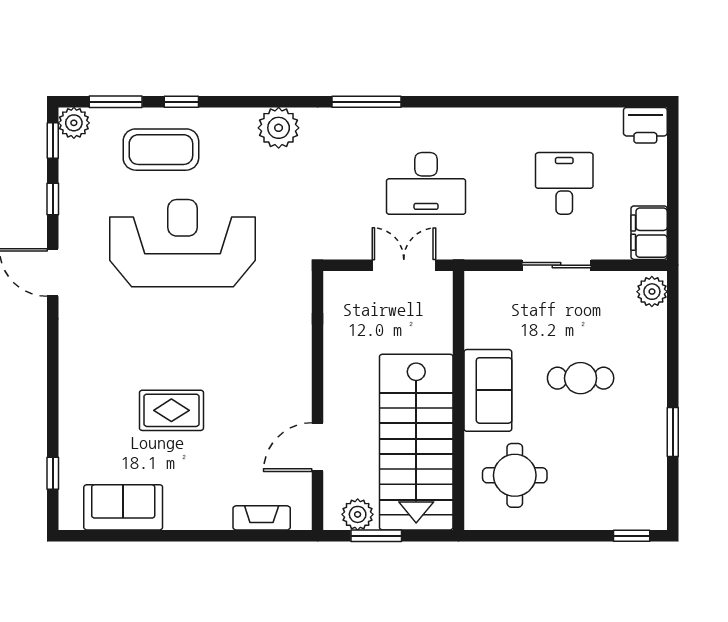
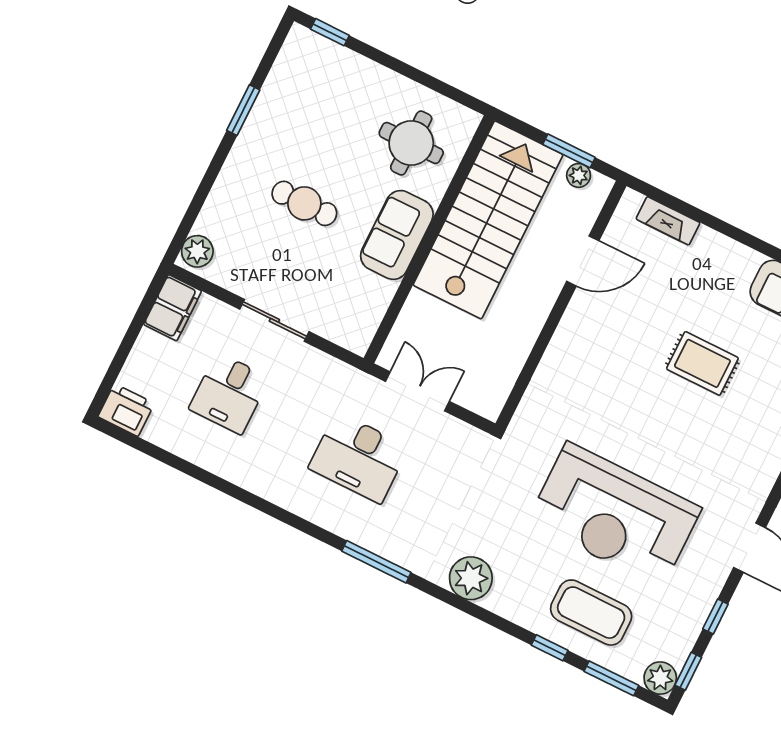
desk: (426, 183) -> (359, 458), turned 180
double door: (404, 265) -> (417, 391), swing flipped
plant: (358, 514) -> (579, 175), width x0.73, depth x0.73

